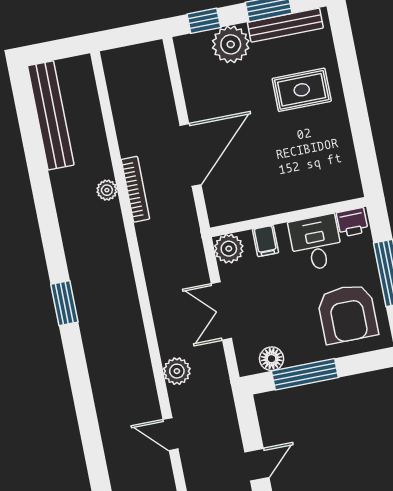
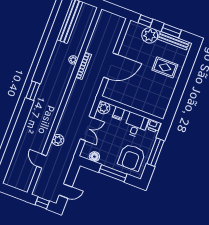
double door: (221, 311) -> (87, 128), swing flipped
window: (305, 374) -> (113, 173), moved

